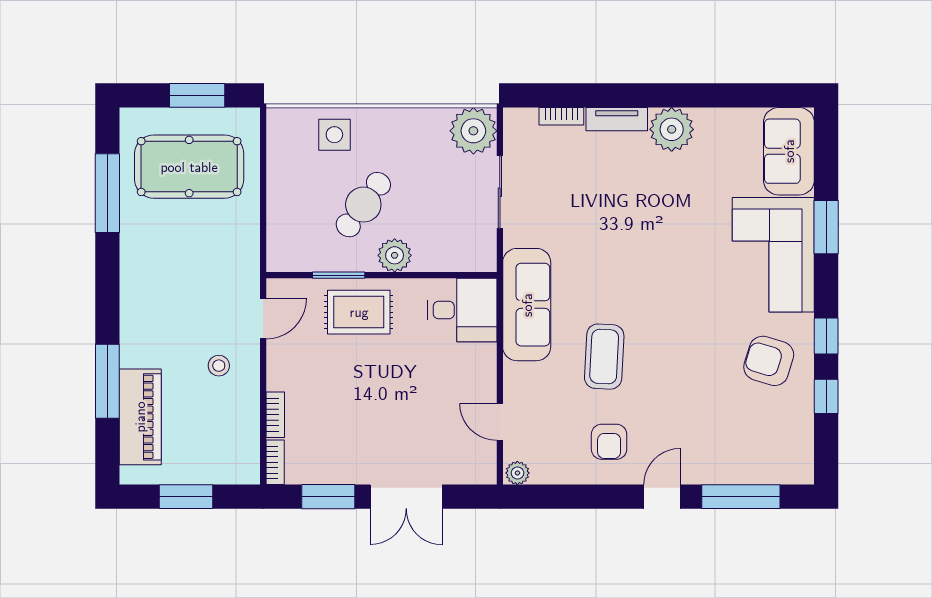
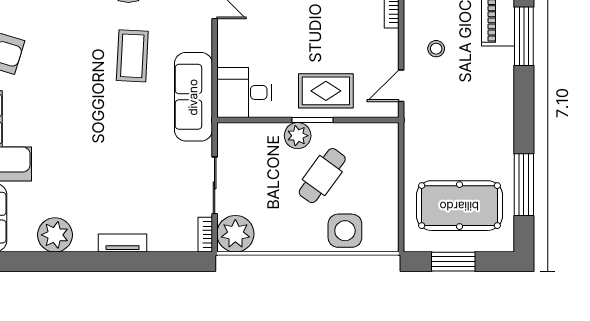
bookcase: (561, 116) -> (205, 235), moved, turned -90
plant: (672, 129) -> (55, 235), moved
side table: (334, 135) -> (345, 231), width x1.37, depth x1.37
window: (339, 275) -> (313, 120), moved

